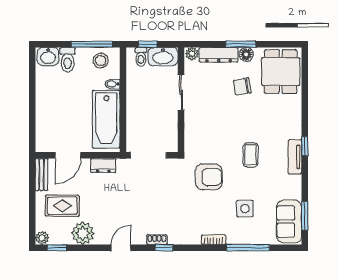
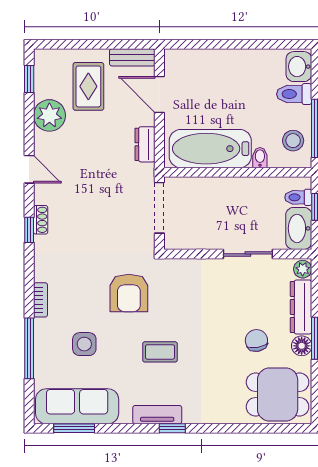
sofa: (289, 221) -> (77, 406), width x1.36
plant: (42, 238) -> (43, 58), removed

